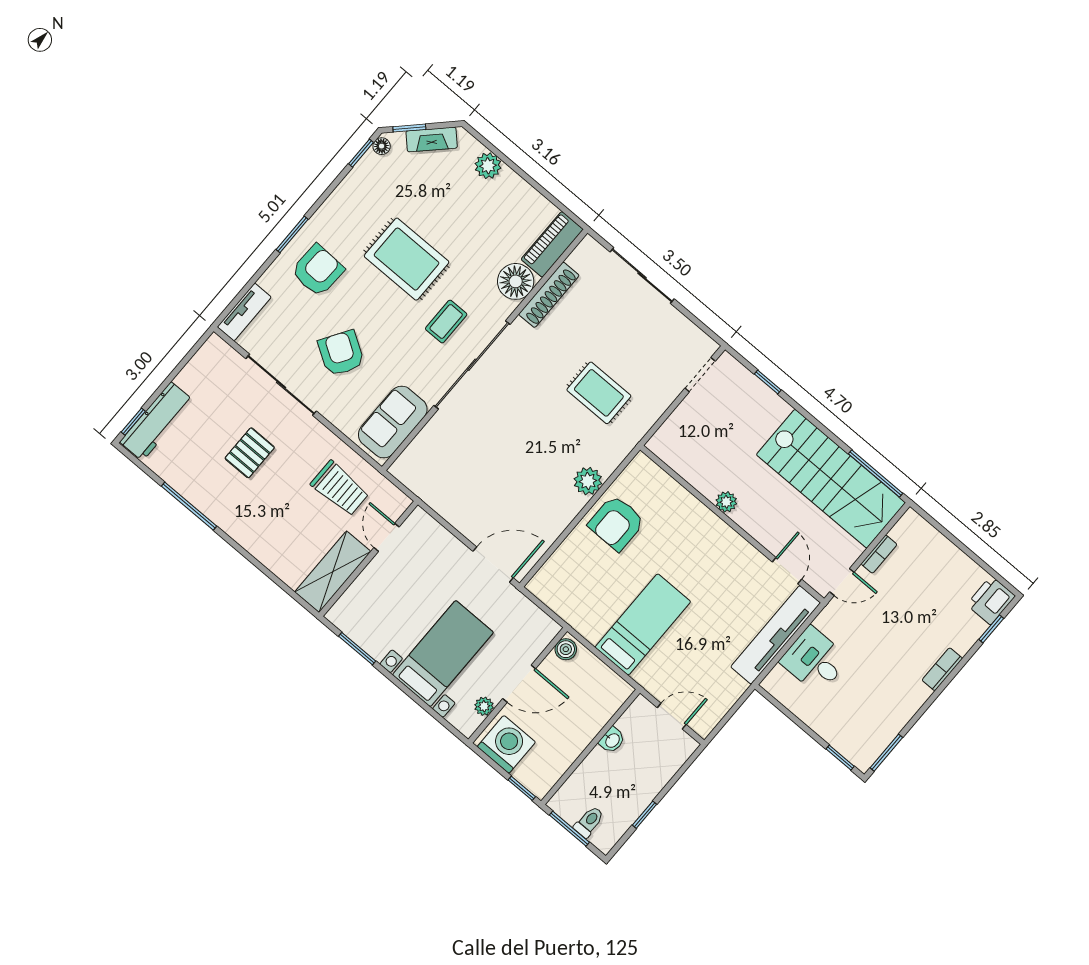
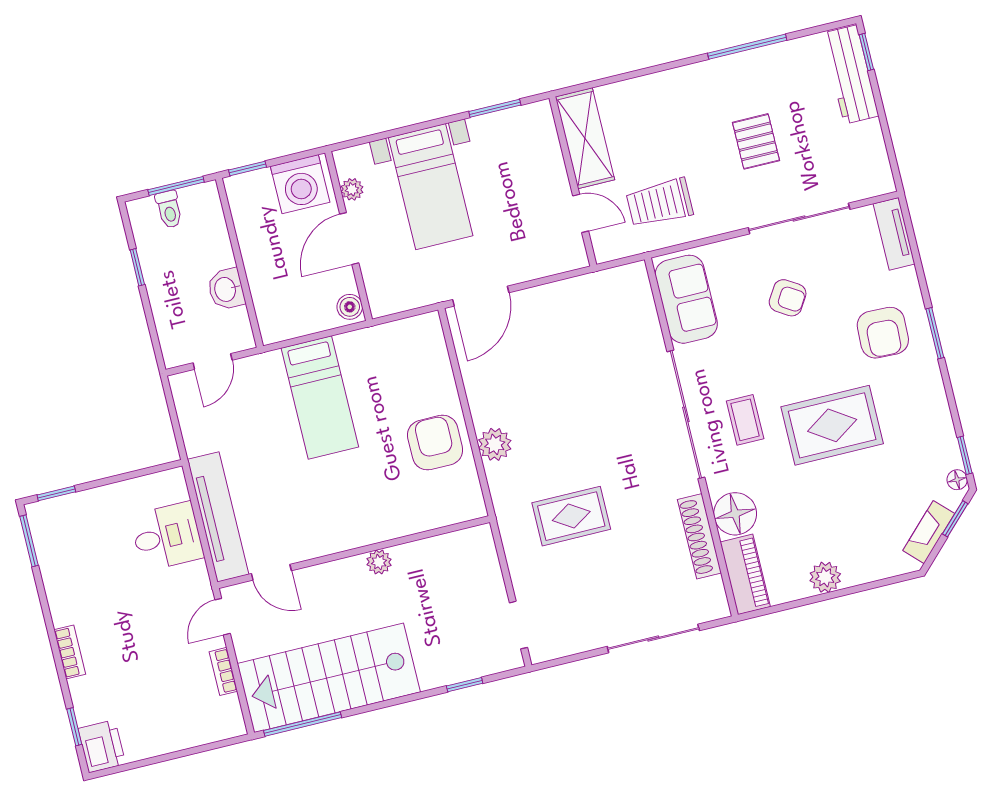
plant: (488, 166) -> (825, 577), moved
armchair: (341, 353) -> (788, 298), width x0.72, depth x0.72
washbasin: (612, 740) -> (226, 289), width x1.38, depth x1.45

